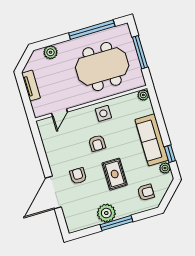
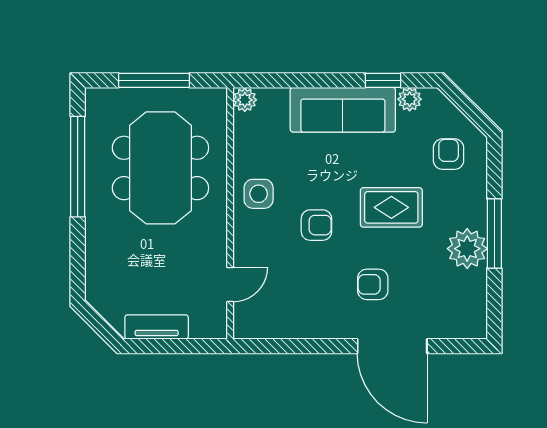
plant: (51, 52) -> (99, 266), removed
door: (59, 113) -> (230, 284), hinge flipped

